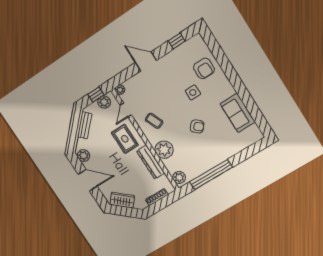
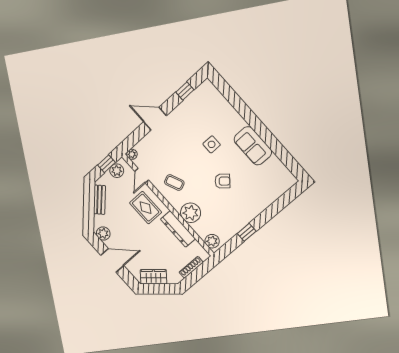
armchair: (204, 68) -> (219, 116), removed
sofa: (238, 113) -> (253, 146), moved
window: (211, 175) -> (247, 232), width x0.32

